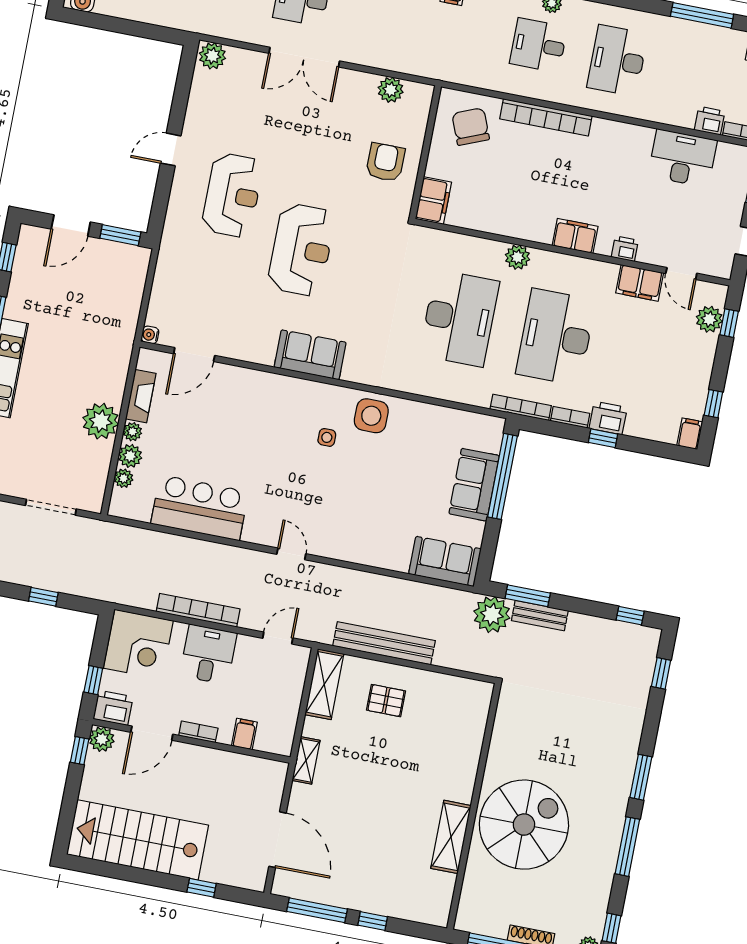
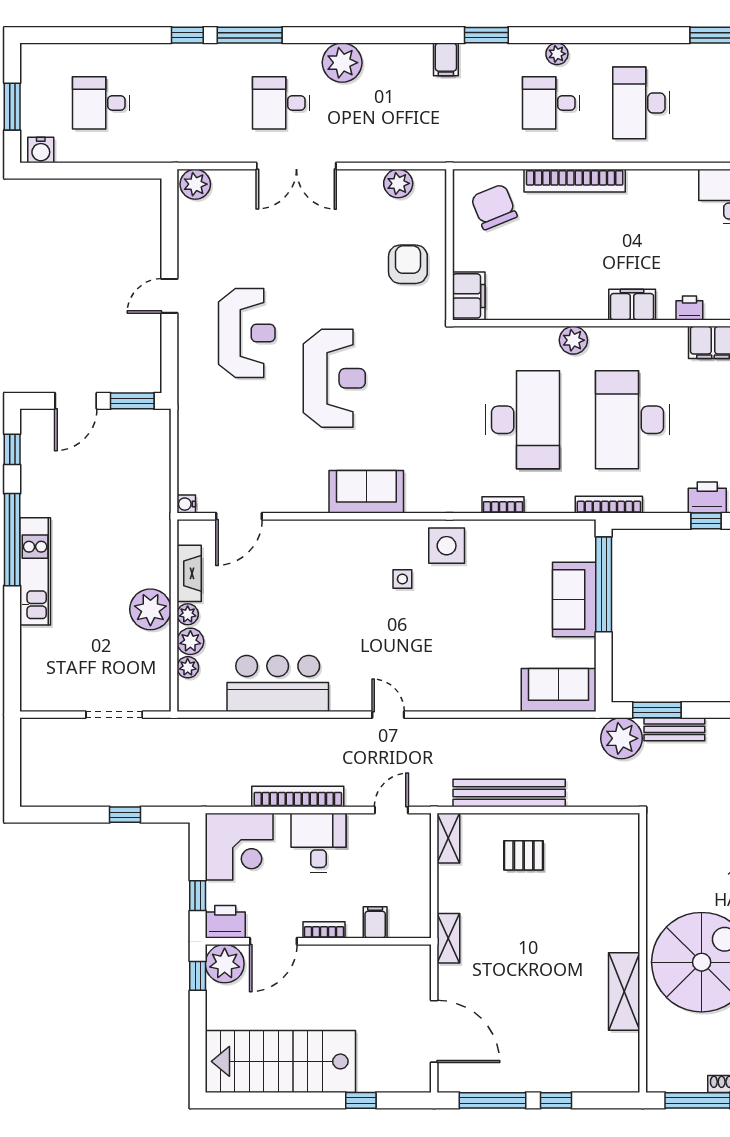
bookcase: (570, 417) -> (503, 505), moved
shelving: (324, 684) -> (448, 838), width x0.67, depth x0.75
plant: (102, 739) -> (225, 964), width x1.36, depth x1.36

